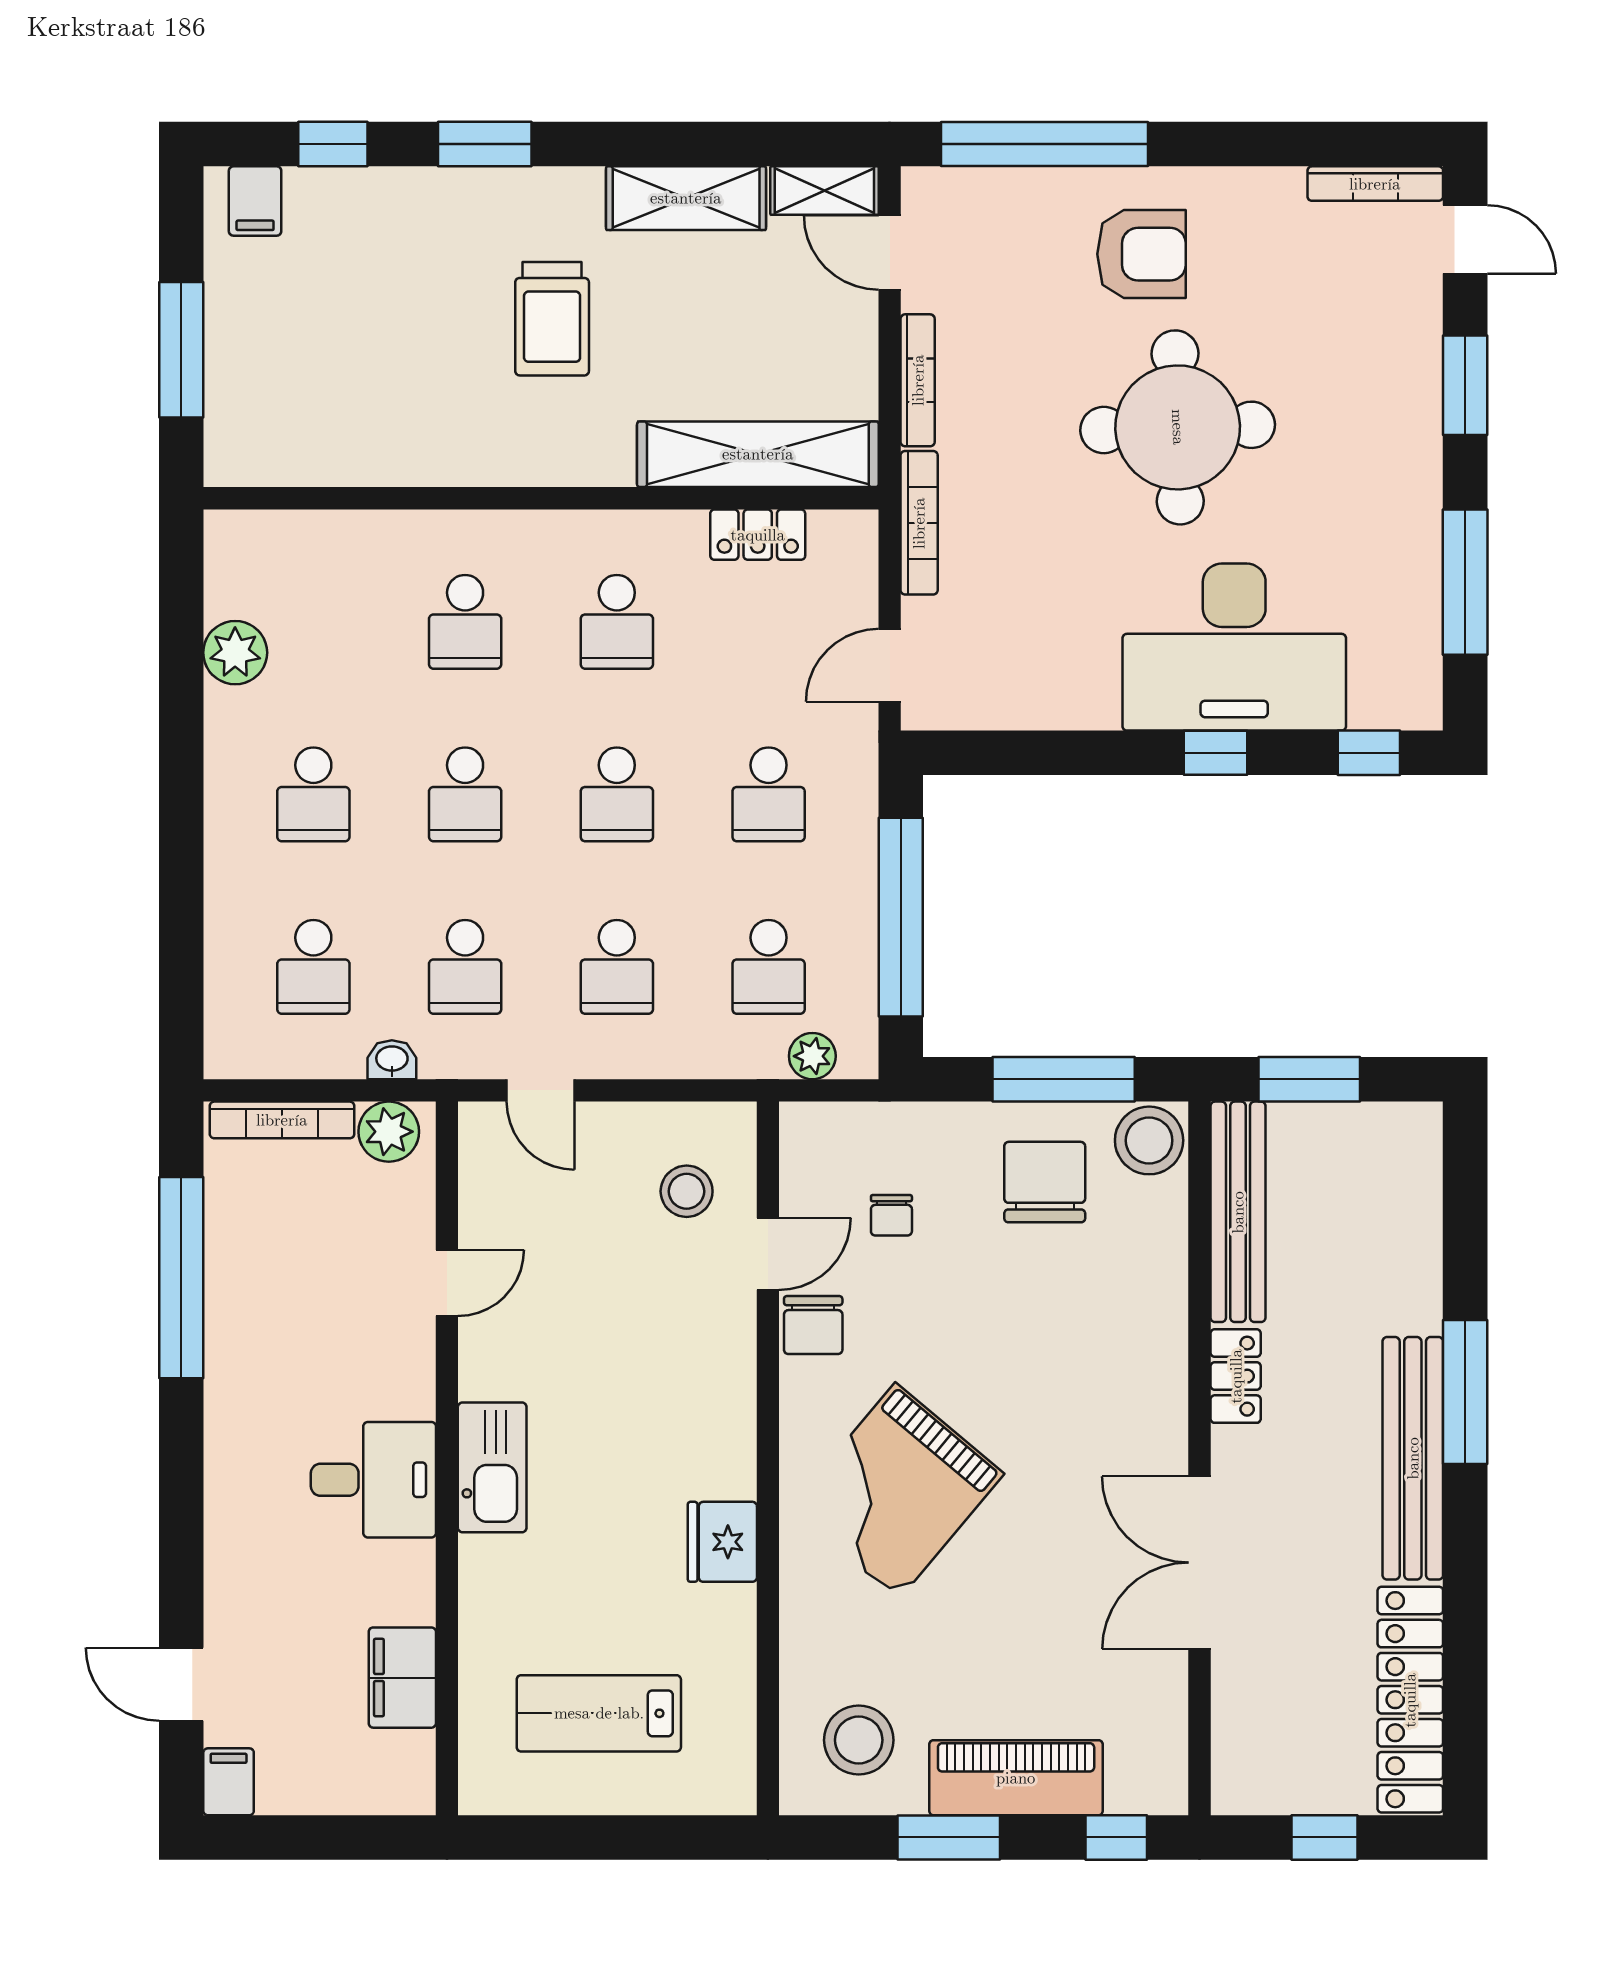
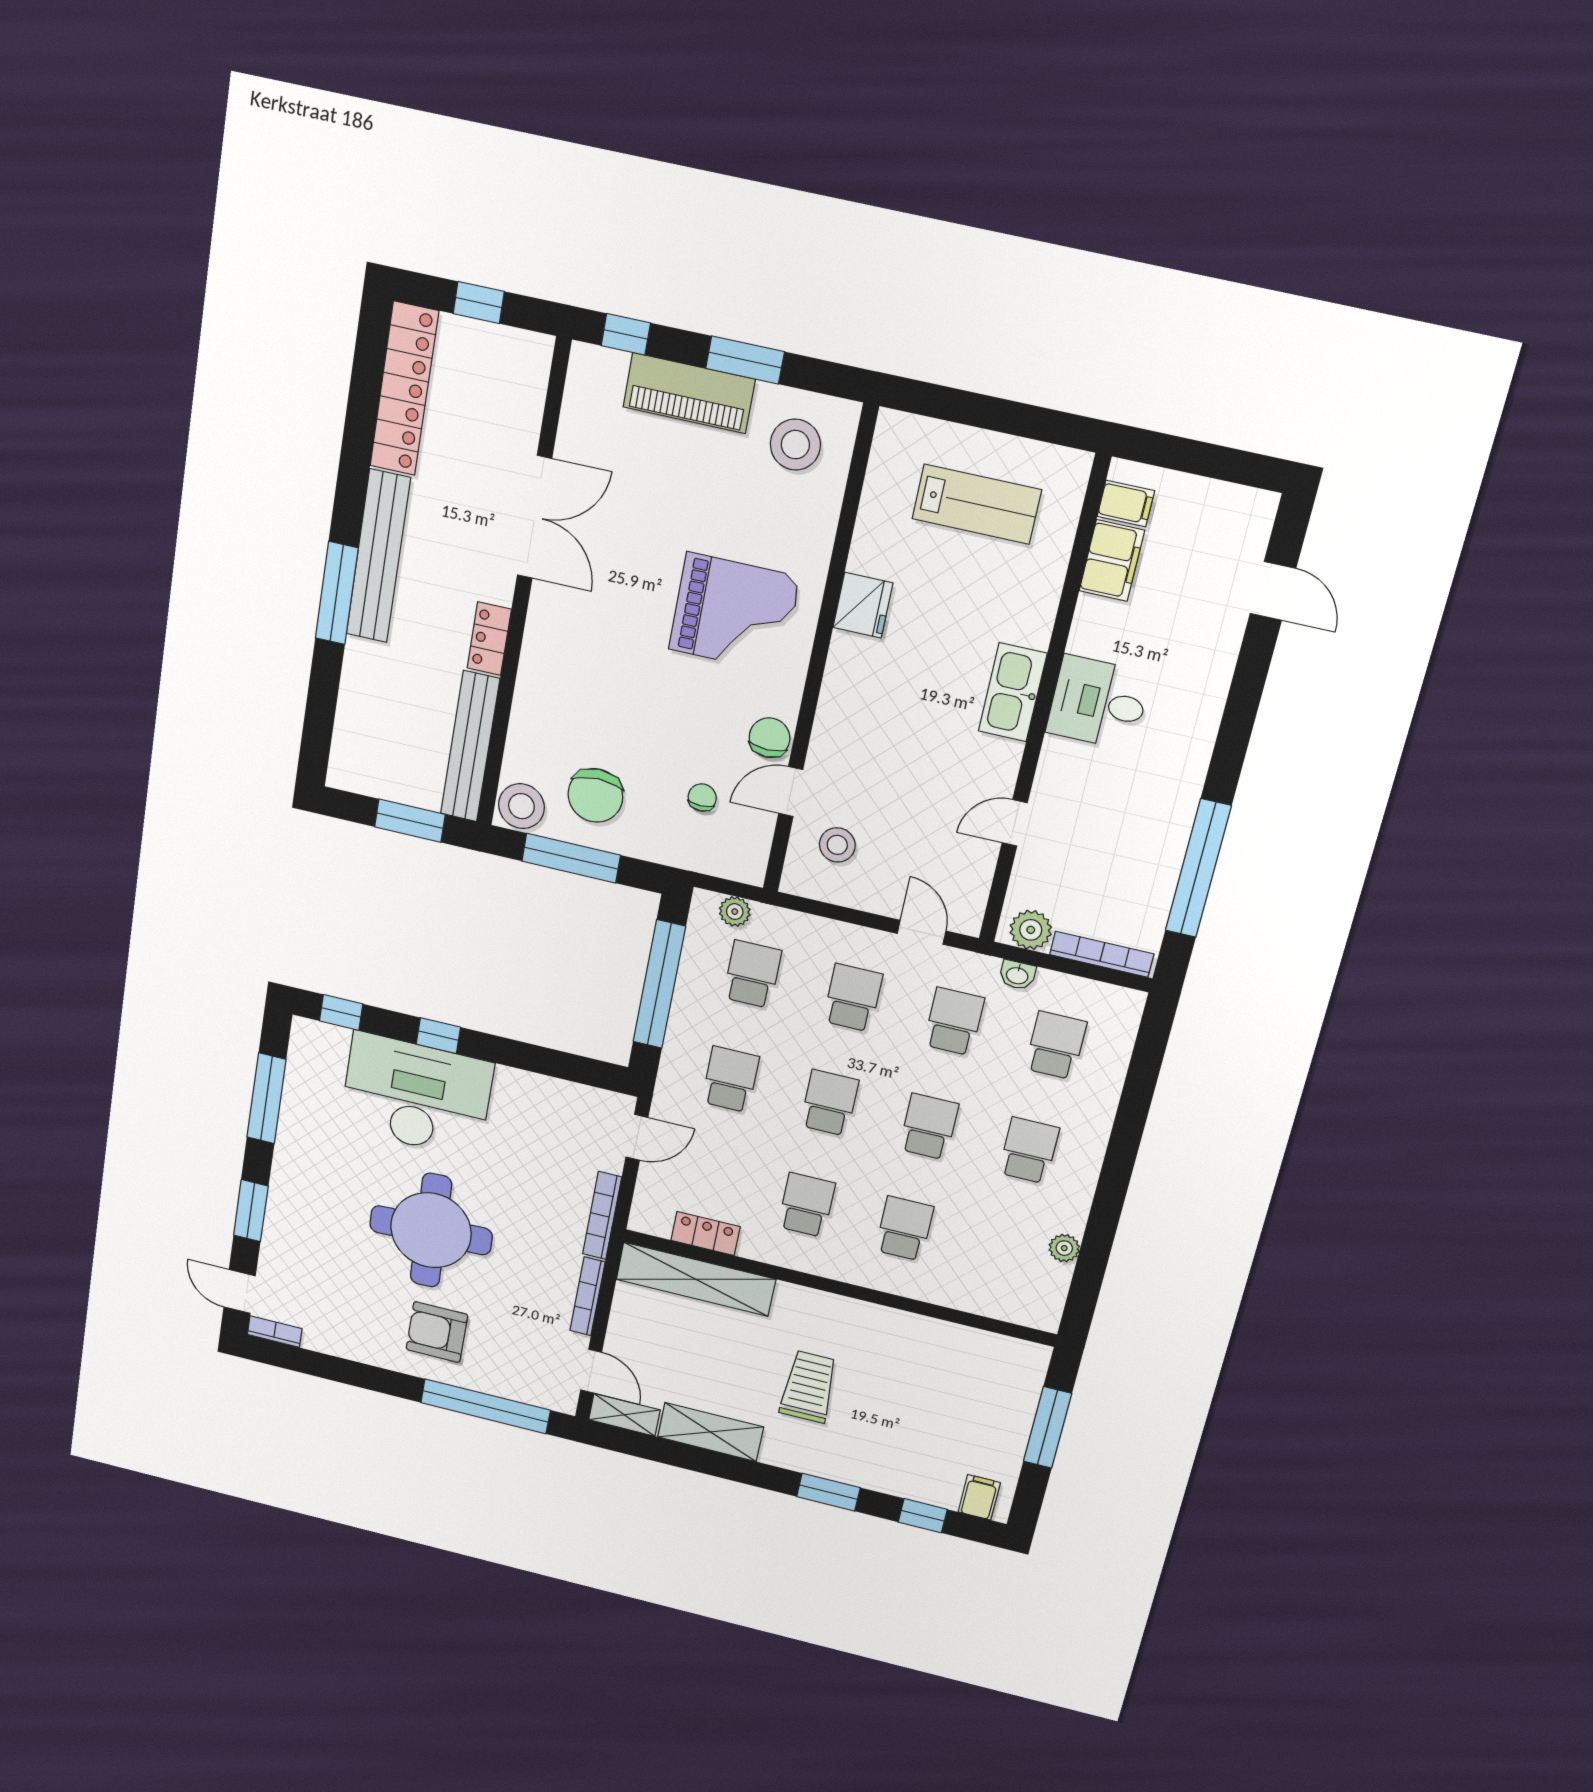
bookcase: (1375, 184) -> (275, 1332), width x0.64
plant: (235, 653) -> (1064, 1248), width x0.73, depth x0.73
grand piano: (897, 1491) -> (734, 613), turned 50
filing cabinet: (229, 1782) -> (1126, 504), moved, turned -90

